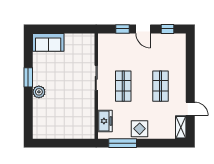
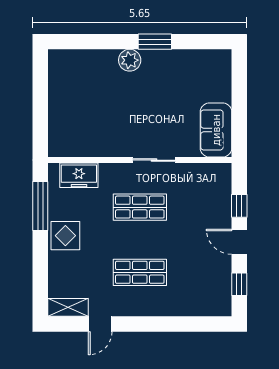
door: (143, 29) -> (239, 242), hinge flipped
sofa: (48, 42) -> (216, 130), moved

